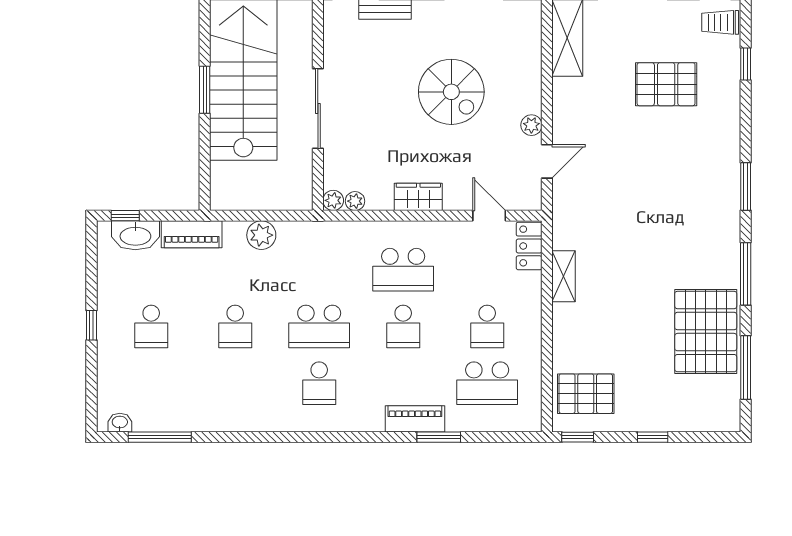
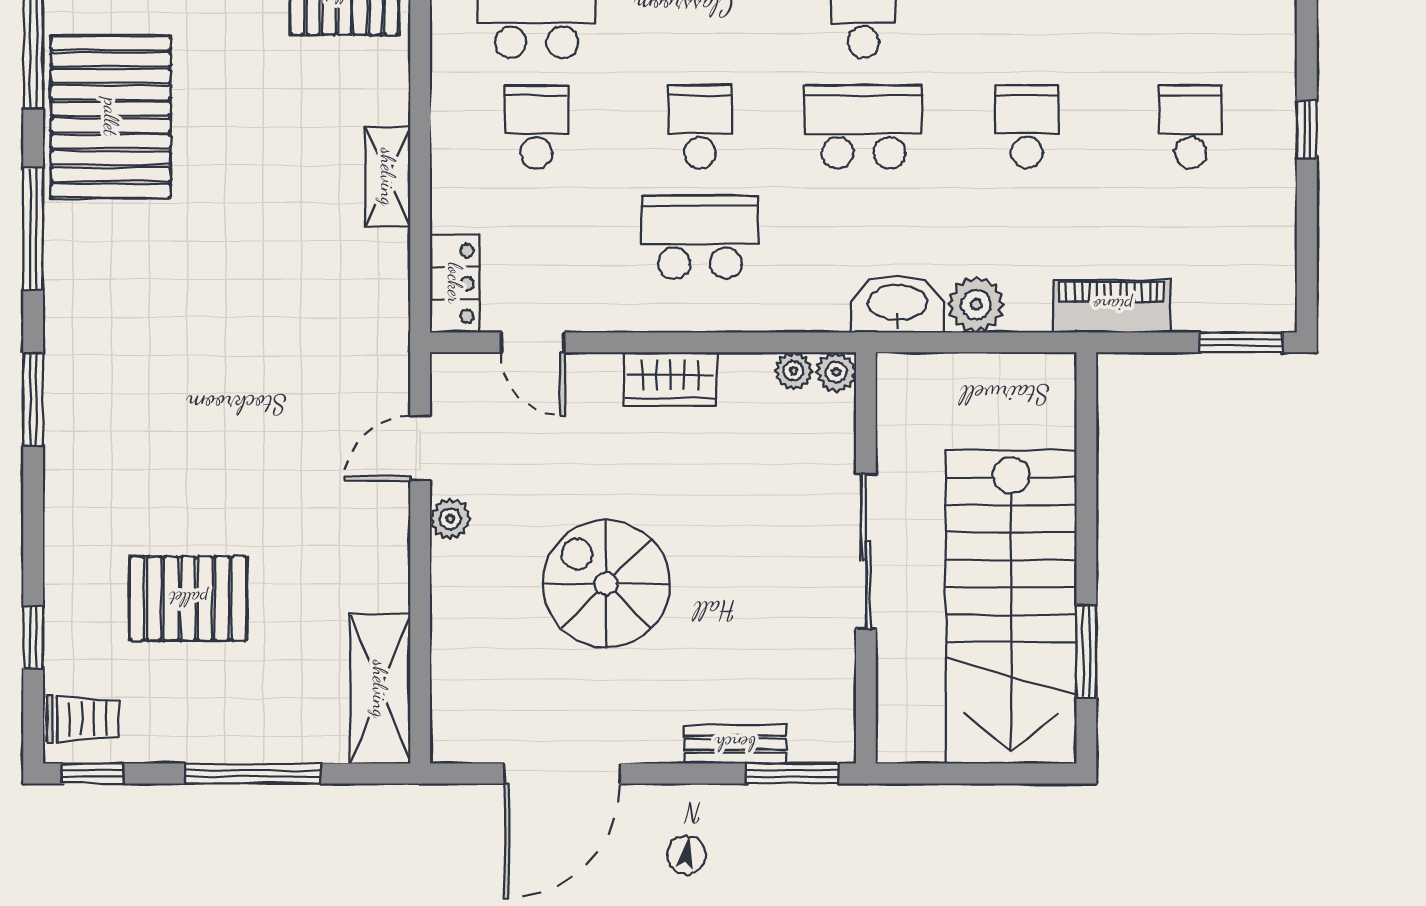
window: (205, 90) -> (1086, 651), moved
window: (125, 216) -> (1241, 342), width x1.50
washbasin: (135, 235) -> (898, 304), moved
shelving: (563, 276) -> (388, 177), moved

